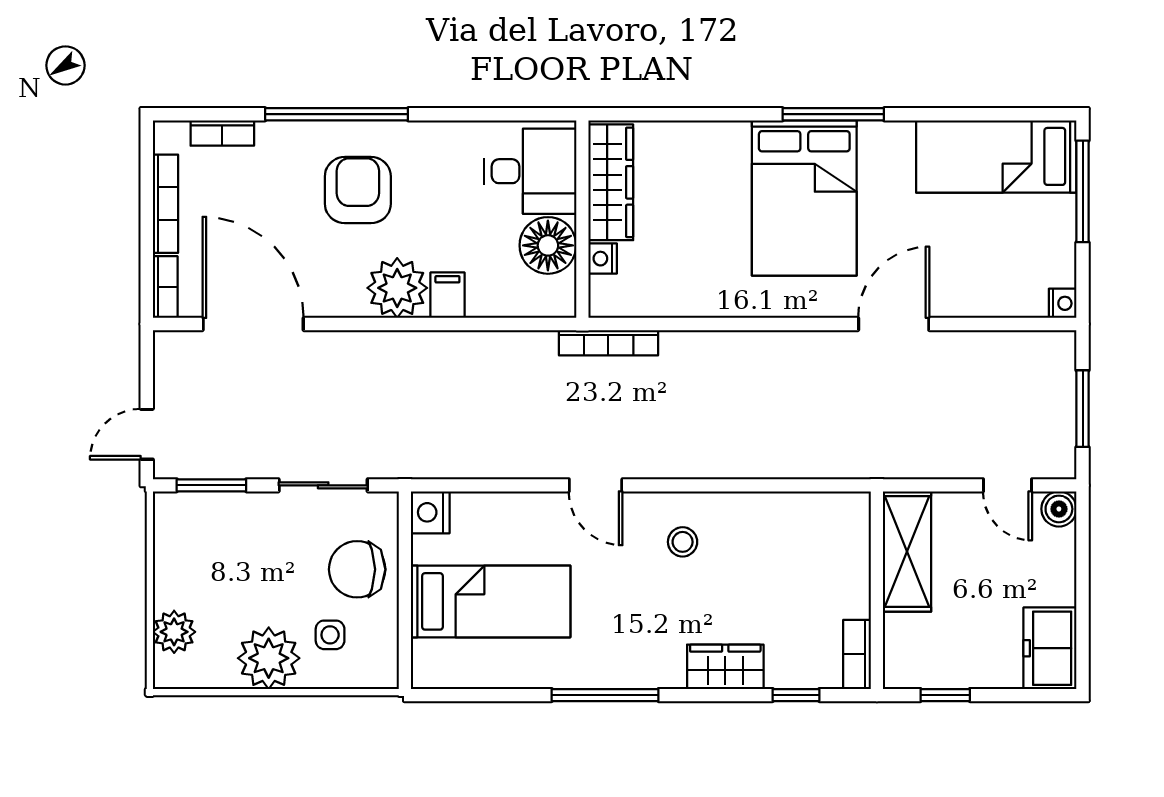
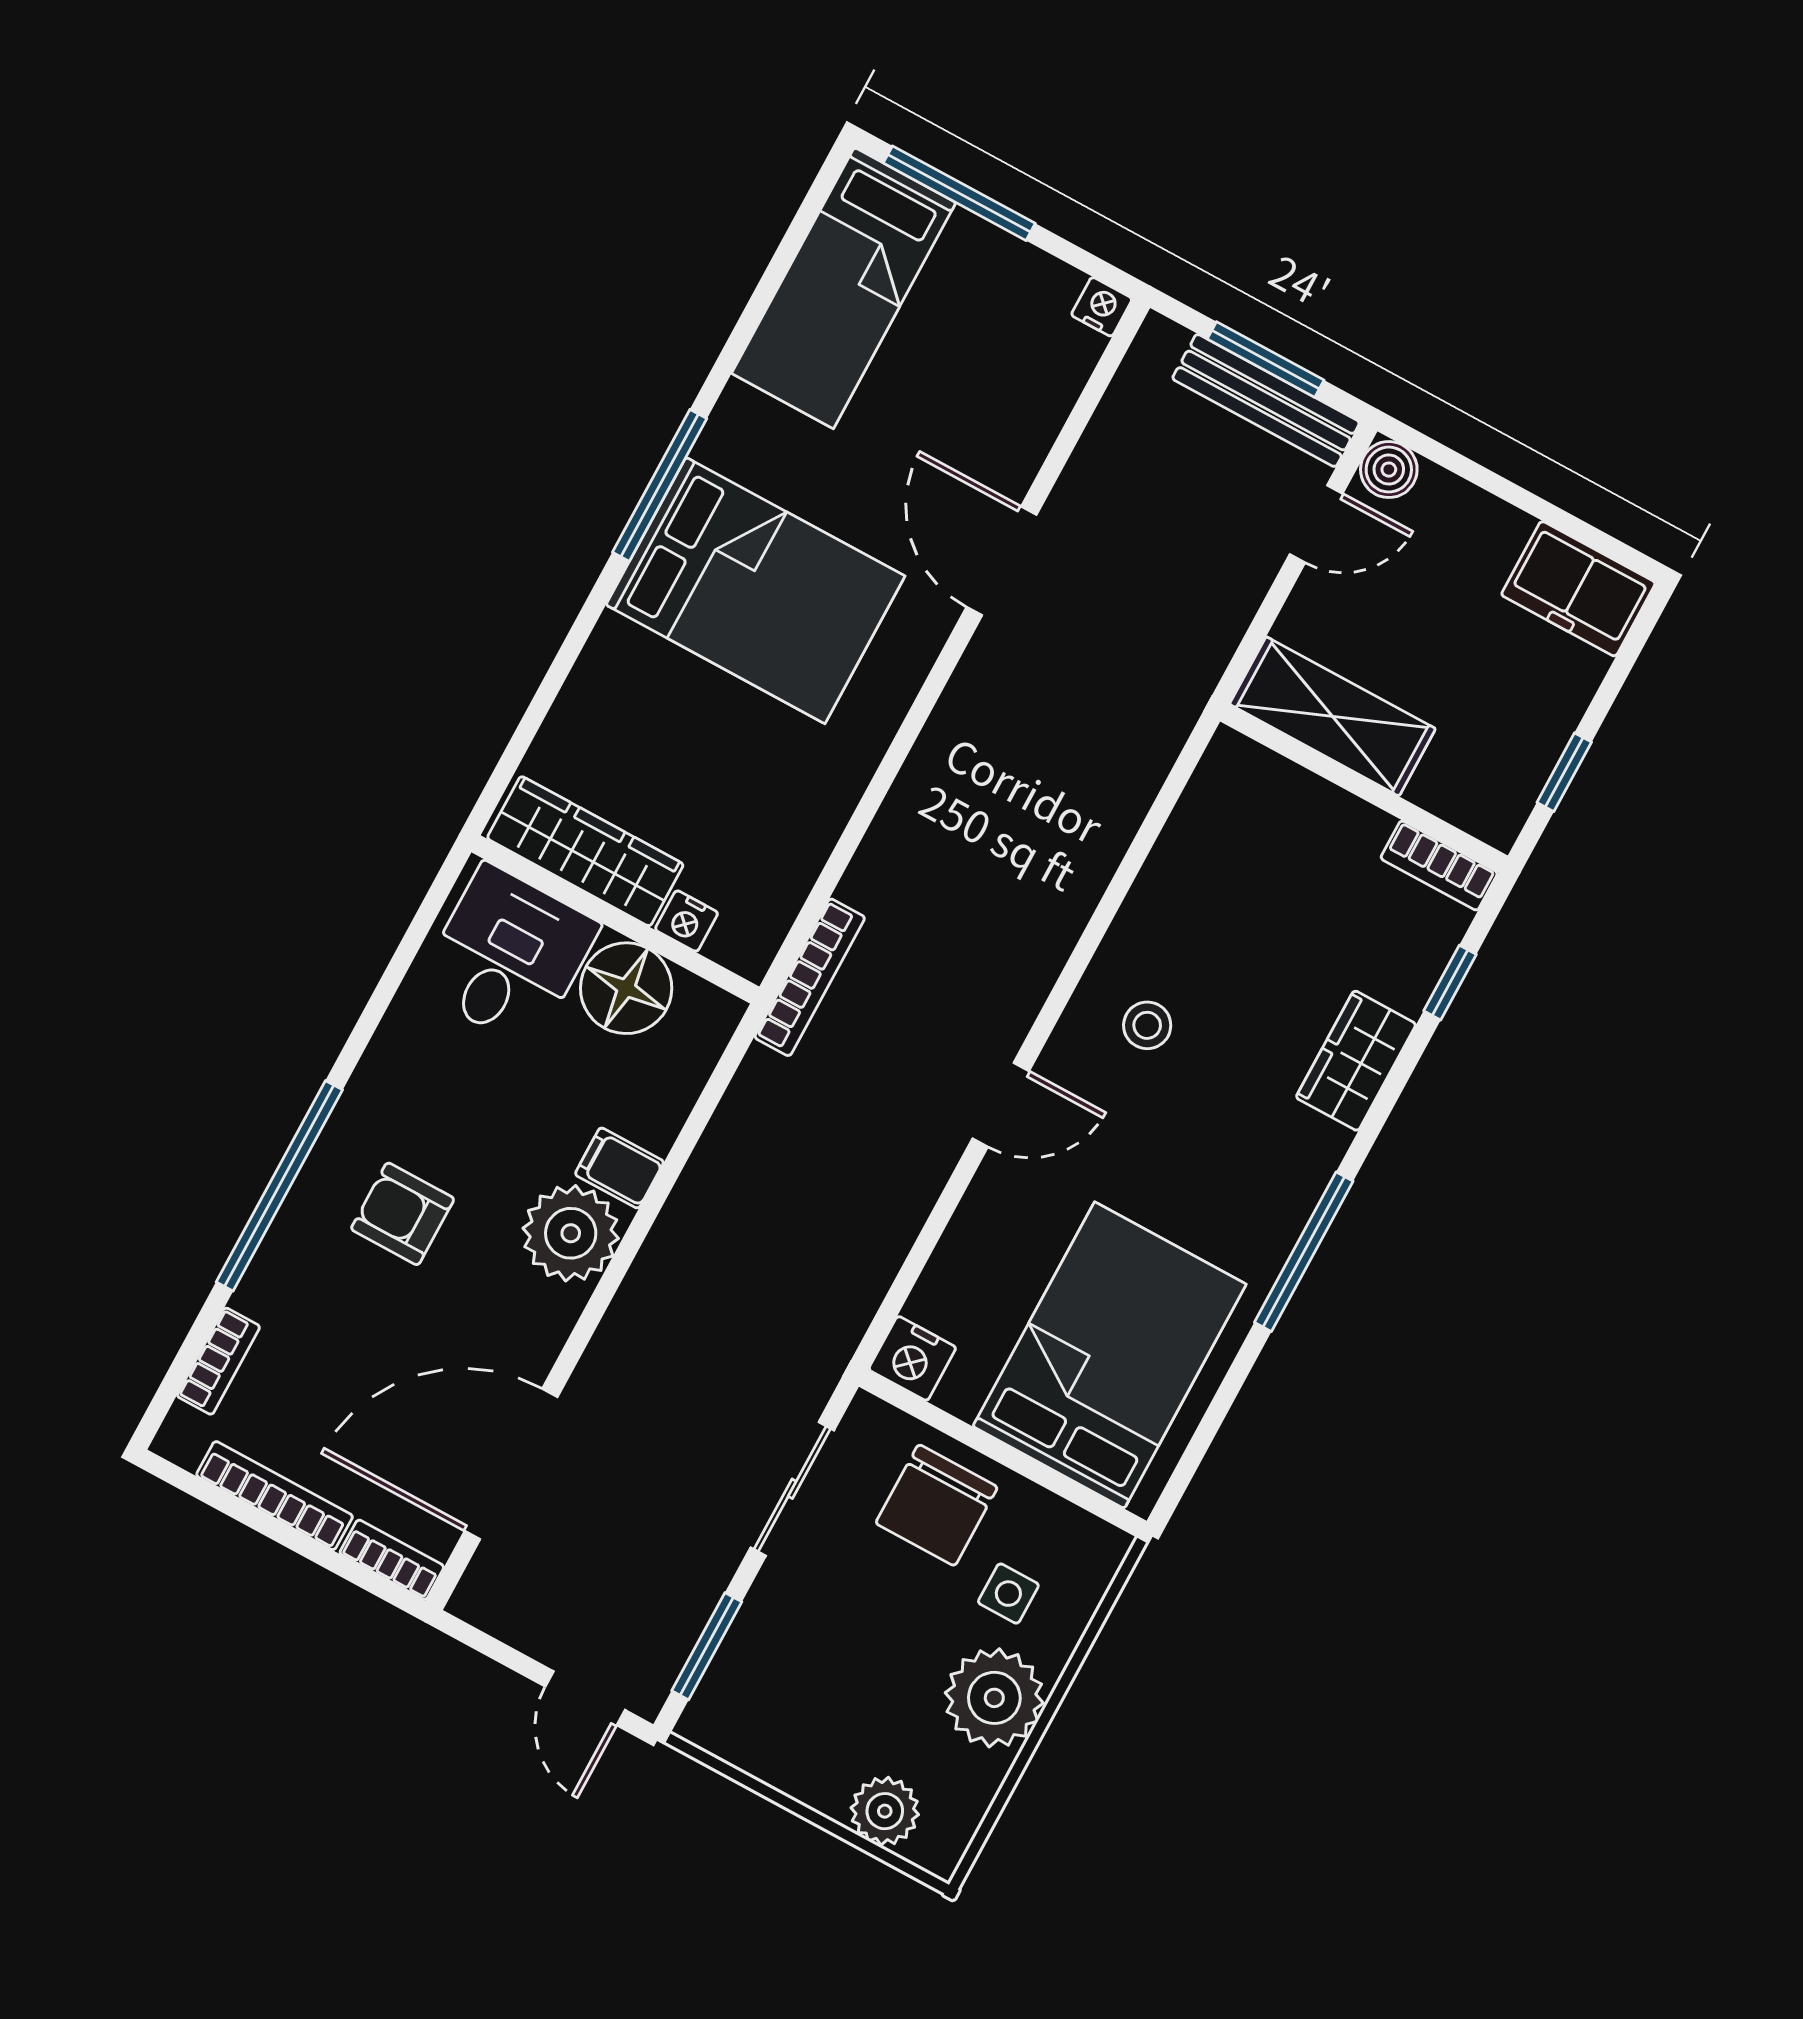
armchair: (358, 190) -> (403, 1214), width x0.72, depth x0.72
bench: (1060, 421) -> (1266, 400), added
bed: (491, 601) -> (1109, 1355), width x1.50

